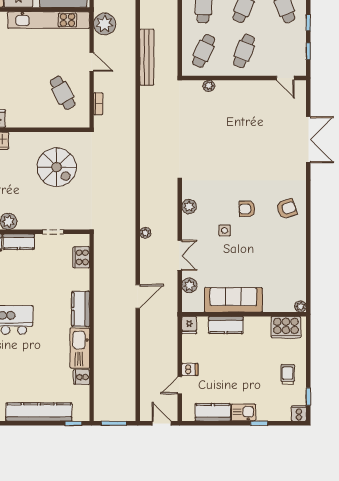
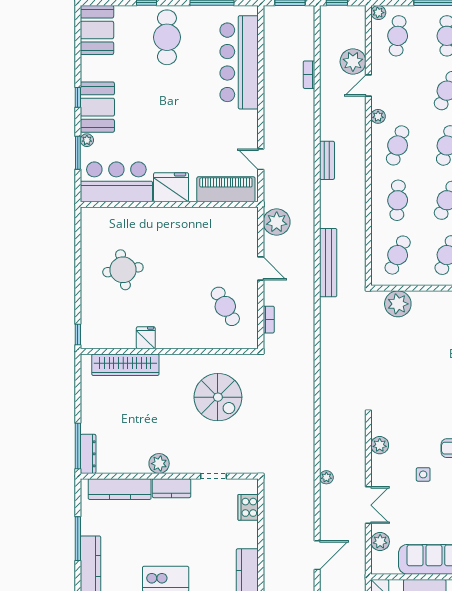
kitchen unit: (49, 20) -> (208, 217), removed
plant: (209, 86) -> (398, 304), width x1.88, depth x1.88

